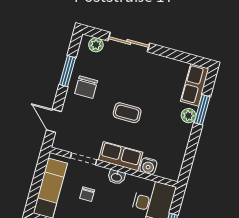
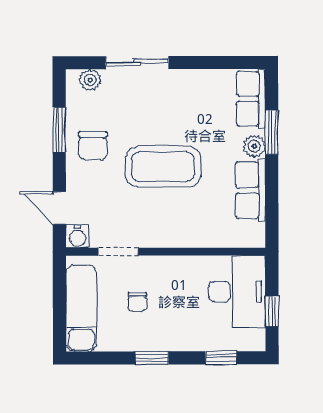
coffee table: (127, 113) -> (163, 167), width x1.86, depth x1.72
row of seats: (121, 156) -> (250, 190), moved, turned -90
water cooler: (148, 166) -> (77, 236), moved
washbasin: (116, 177) -> (174, 265), removed

